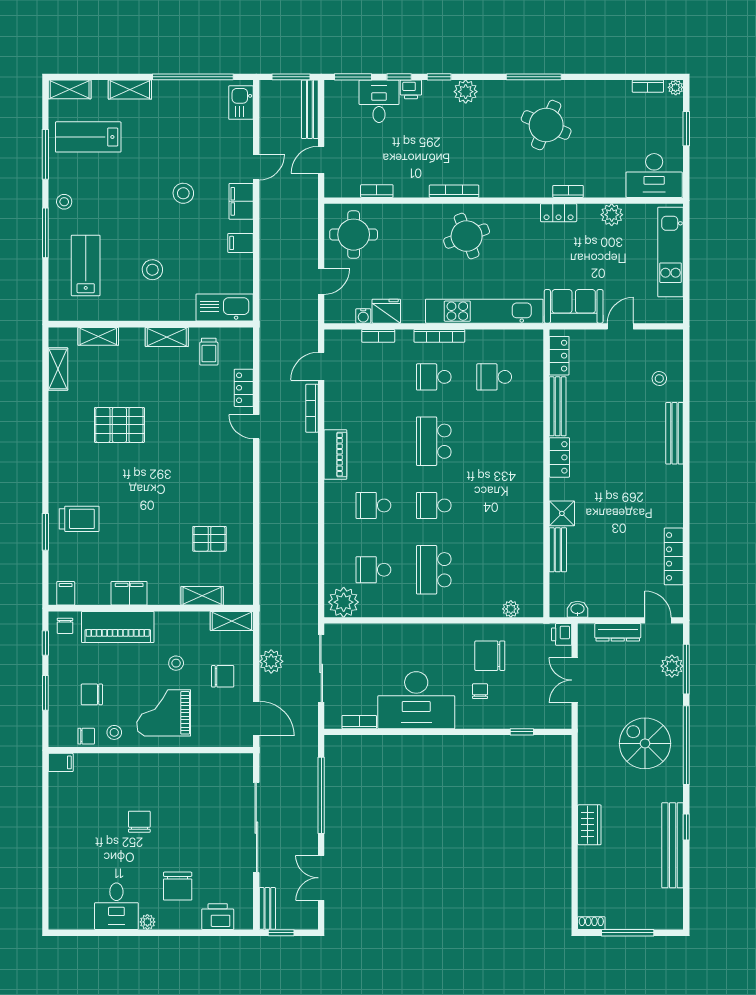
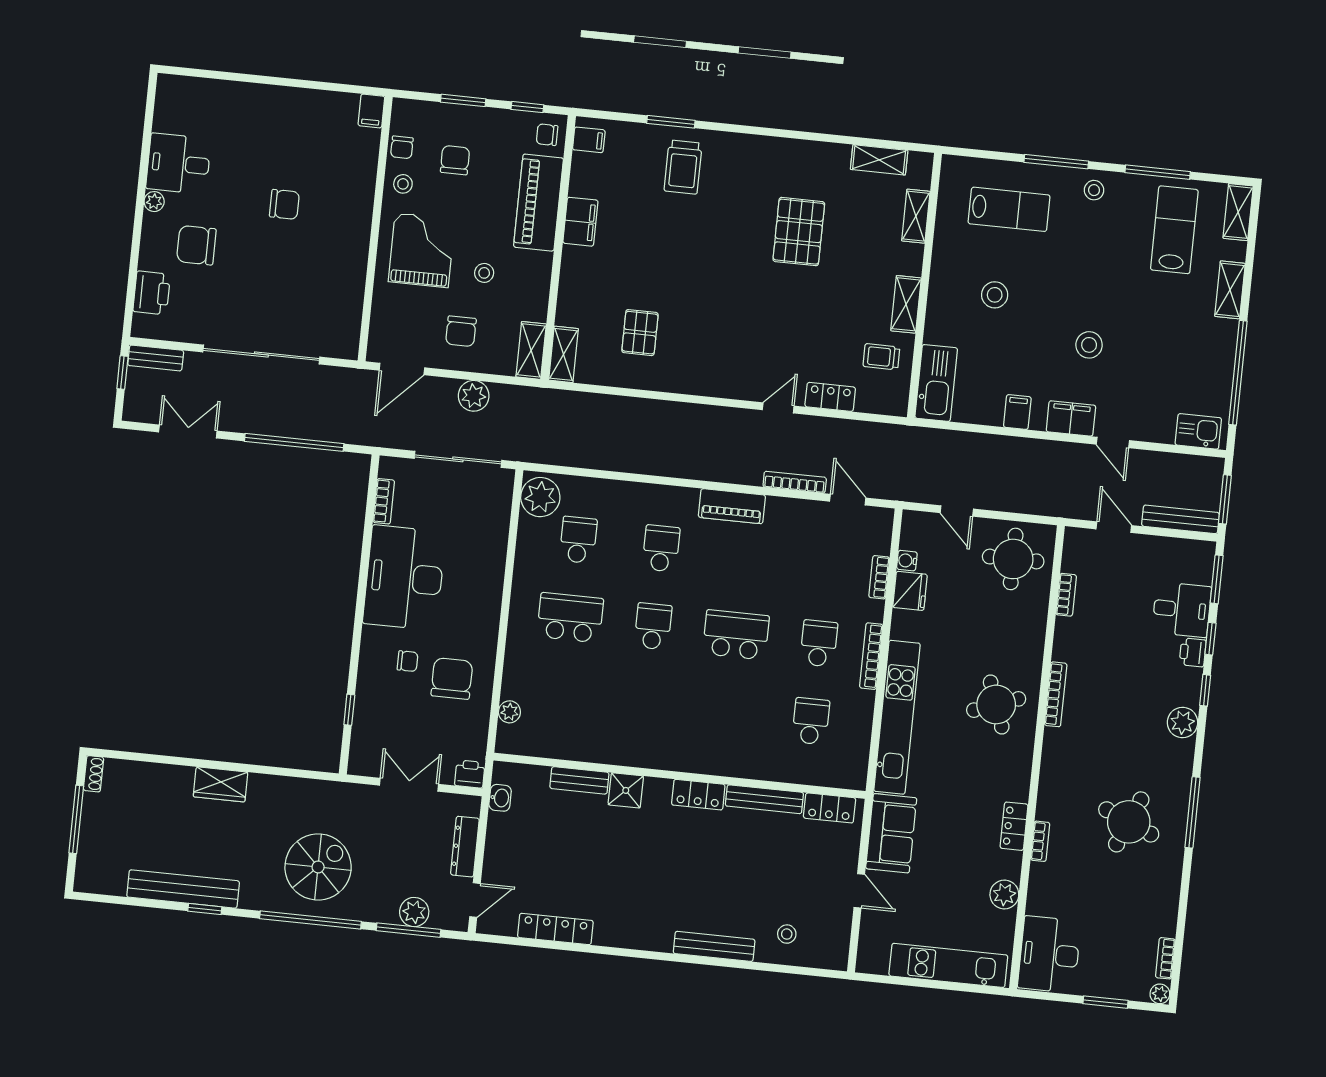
shelving: (202, 596) -> (563, 354), moved

